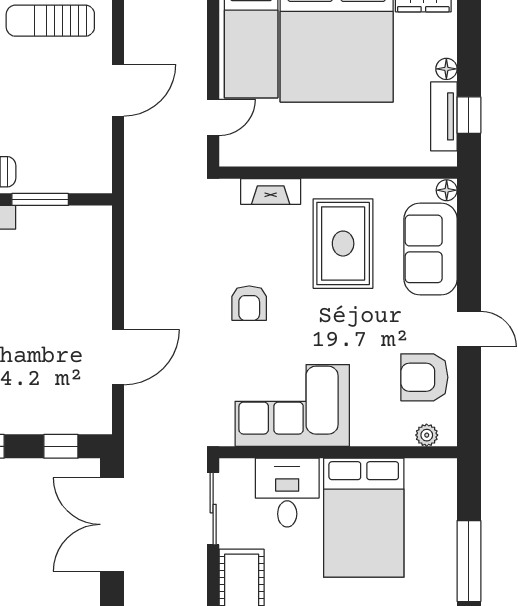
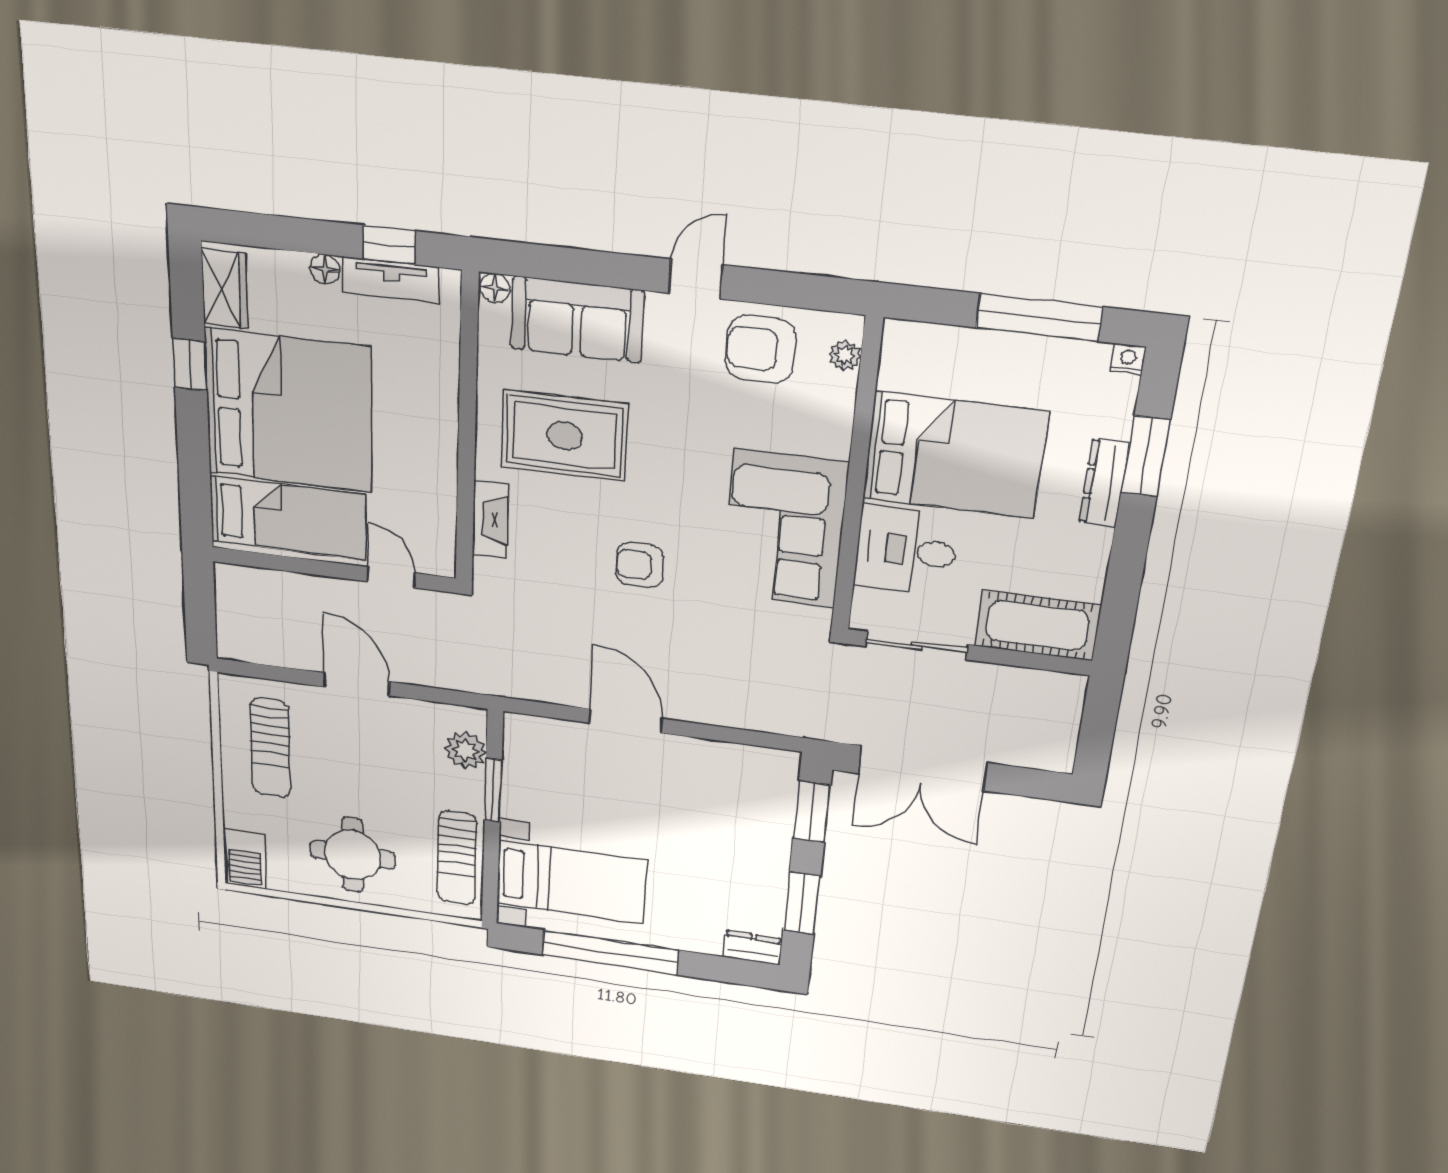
plant: (73, 177) -> (465, 750), added
armchair: (249, 303) -> (640, 565), turned 180
door: (118, 357) -> (626, 721), moved
armchair: (424, 377) -> (760, 349), turned 90
window: (61, 446) -> (812, 812), width x1.50

